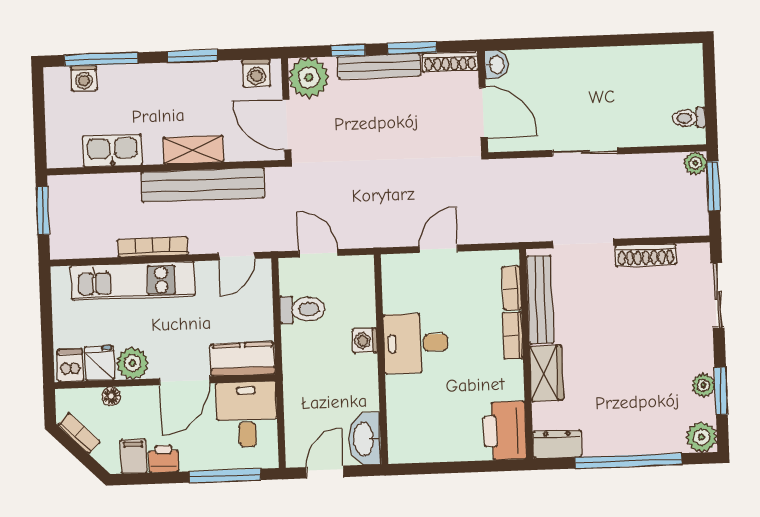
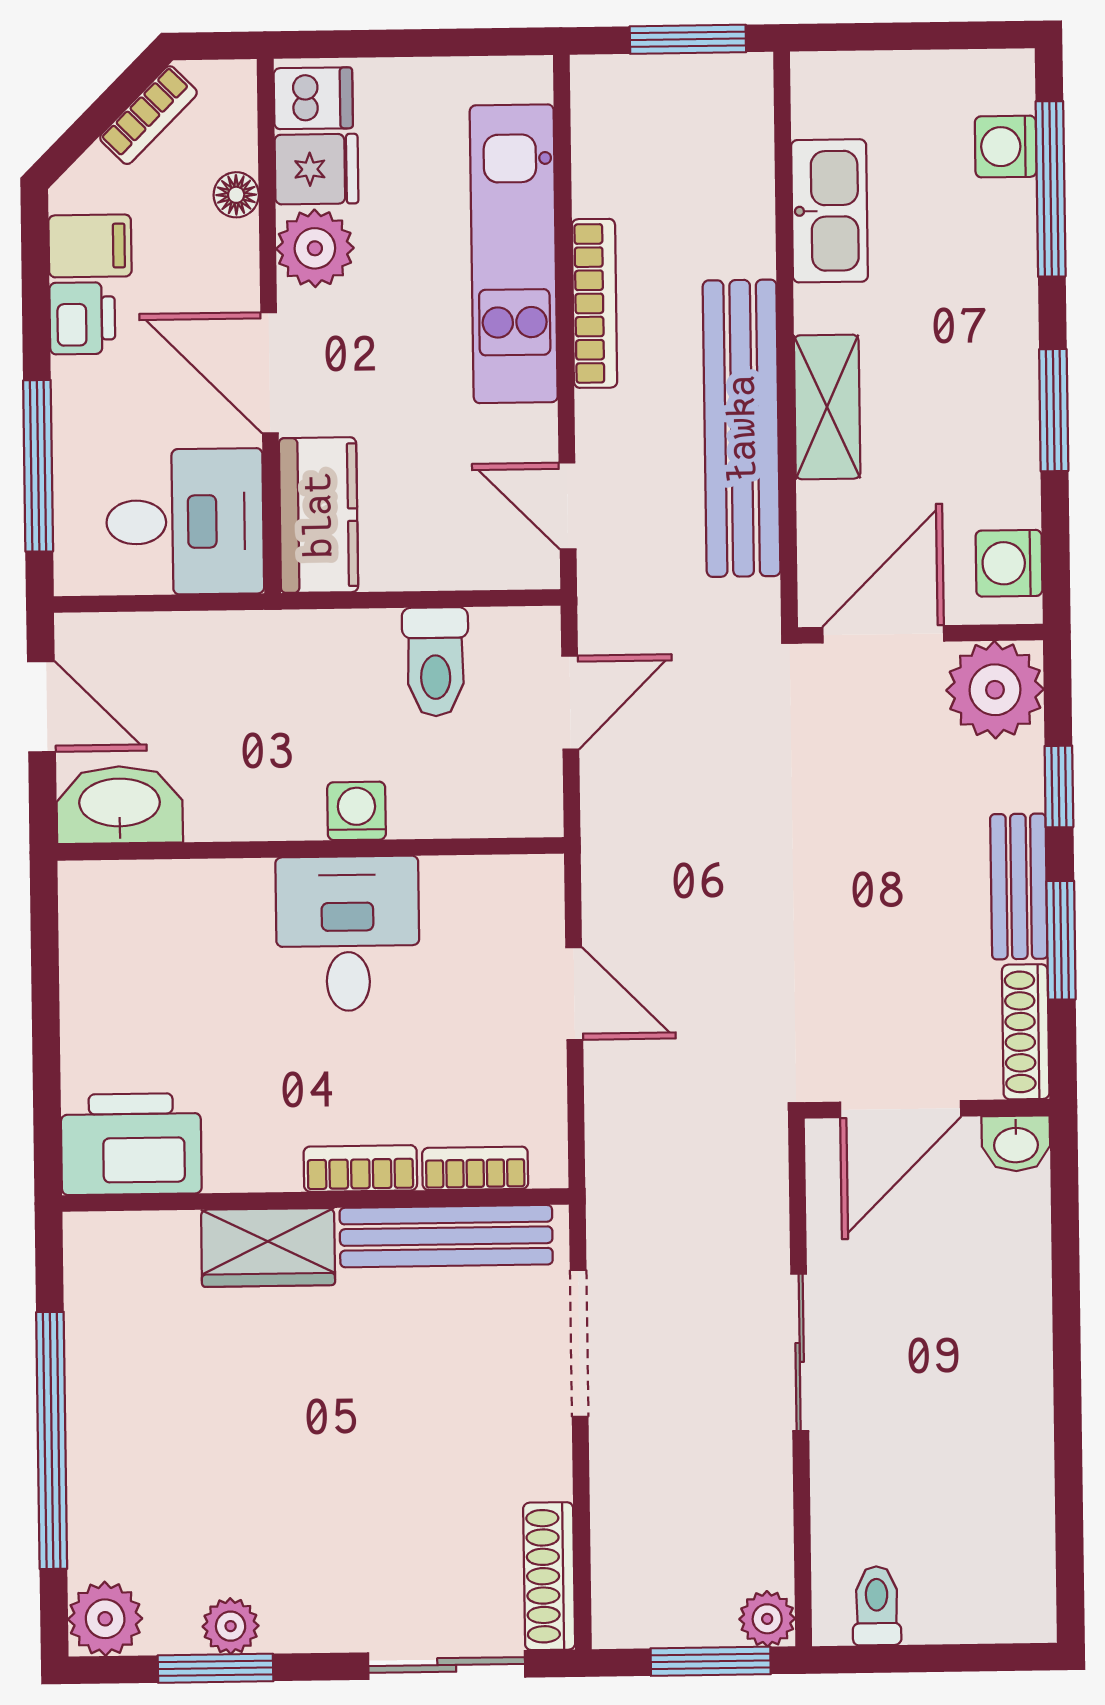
bench: (379, 66) -> (1019, 886), width x0.73
shoe rack: (646, 255) -> (549, 1576), moved
dresser: (557, 444) -> (96, 1270), removed

